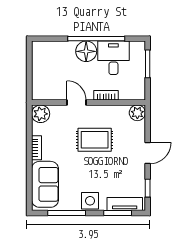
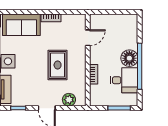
door: (76, 102) -> (88, 38), moved
plant: (137, 113) -> (69, 100), moved
plant: (41, 114) -> (79, 21), removed

